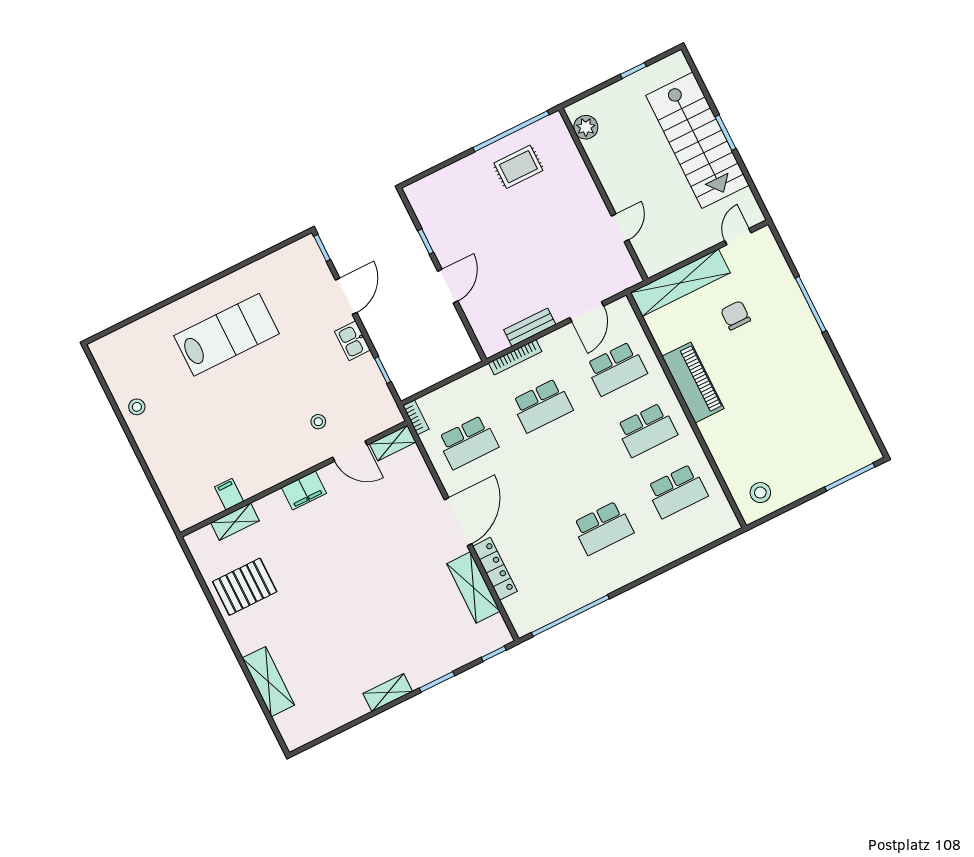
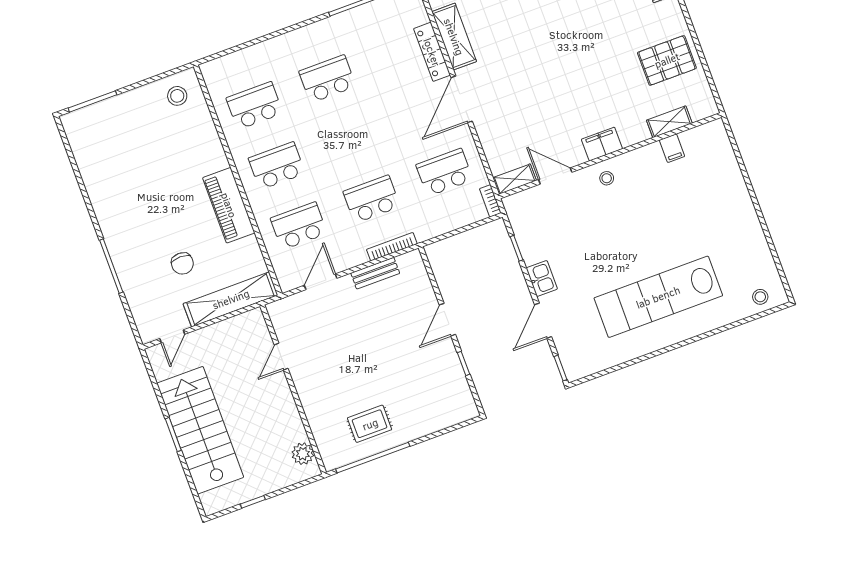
lab bench: (227, 335) -> (658, 297), width x1.36
stool: (137, 407) -> (760, 297), moved
stool: (318, 422) -> (607, 178), moved

